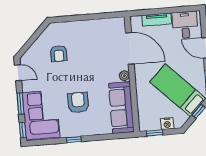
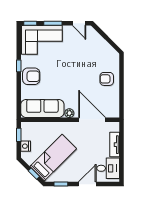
door: (130, 48) -> (92, 120), swing flipped
armchair: (59, 54) -> (107, 79), moved
door: (18, 73) -> (79, 23), hinge flipped
armchair: (78, 102) -> (31, 76), moved

